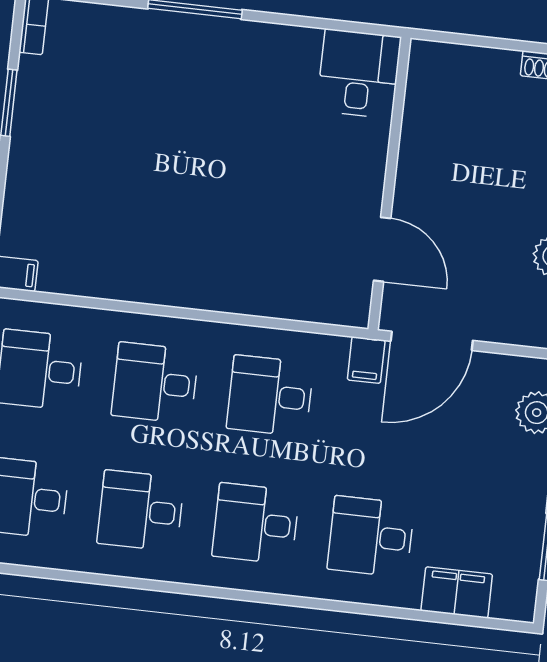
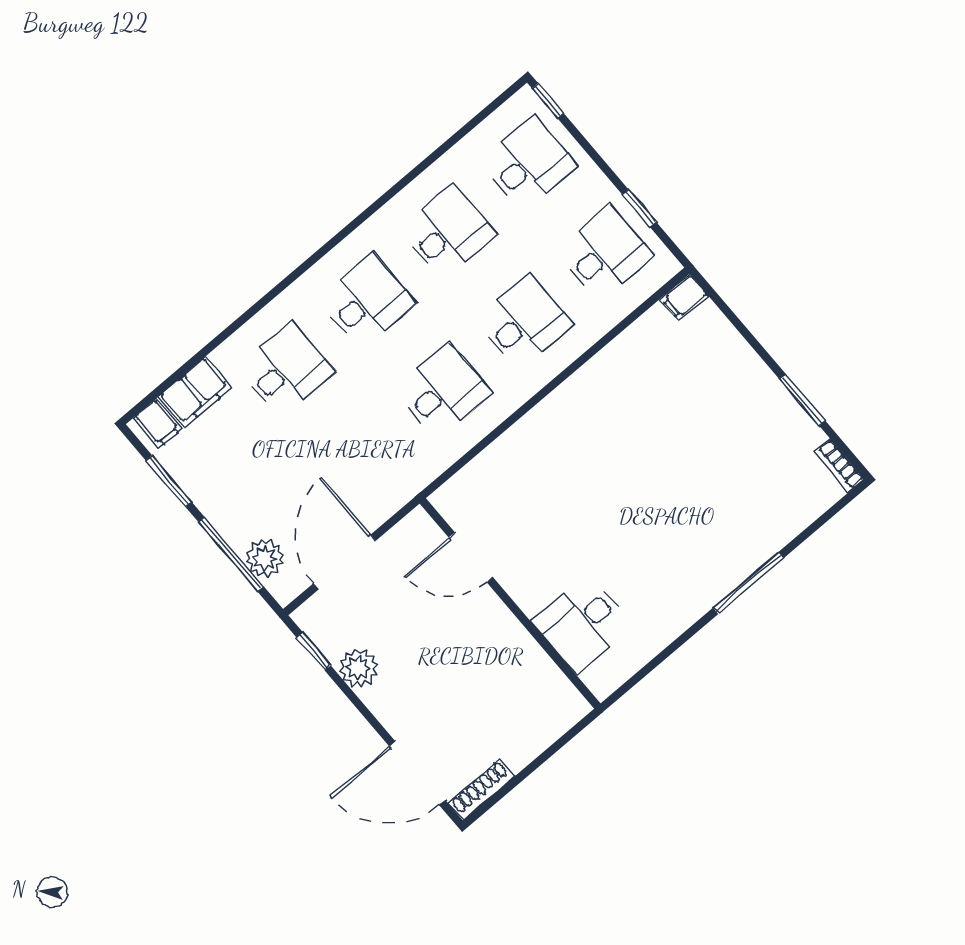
desk: (359, 74) -> (582, 624), moved, turned 90
door: (432, 341) -> (345, 562), moved
filing cabinet: (366, 360) -> (158, 423), moved, turned 180

